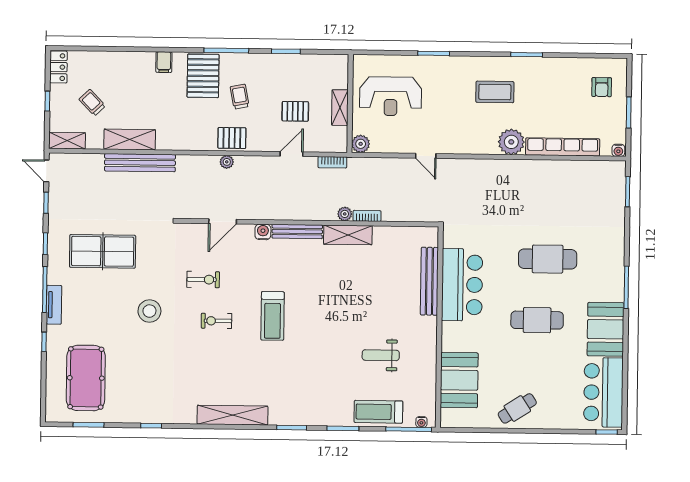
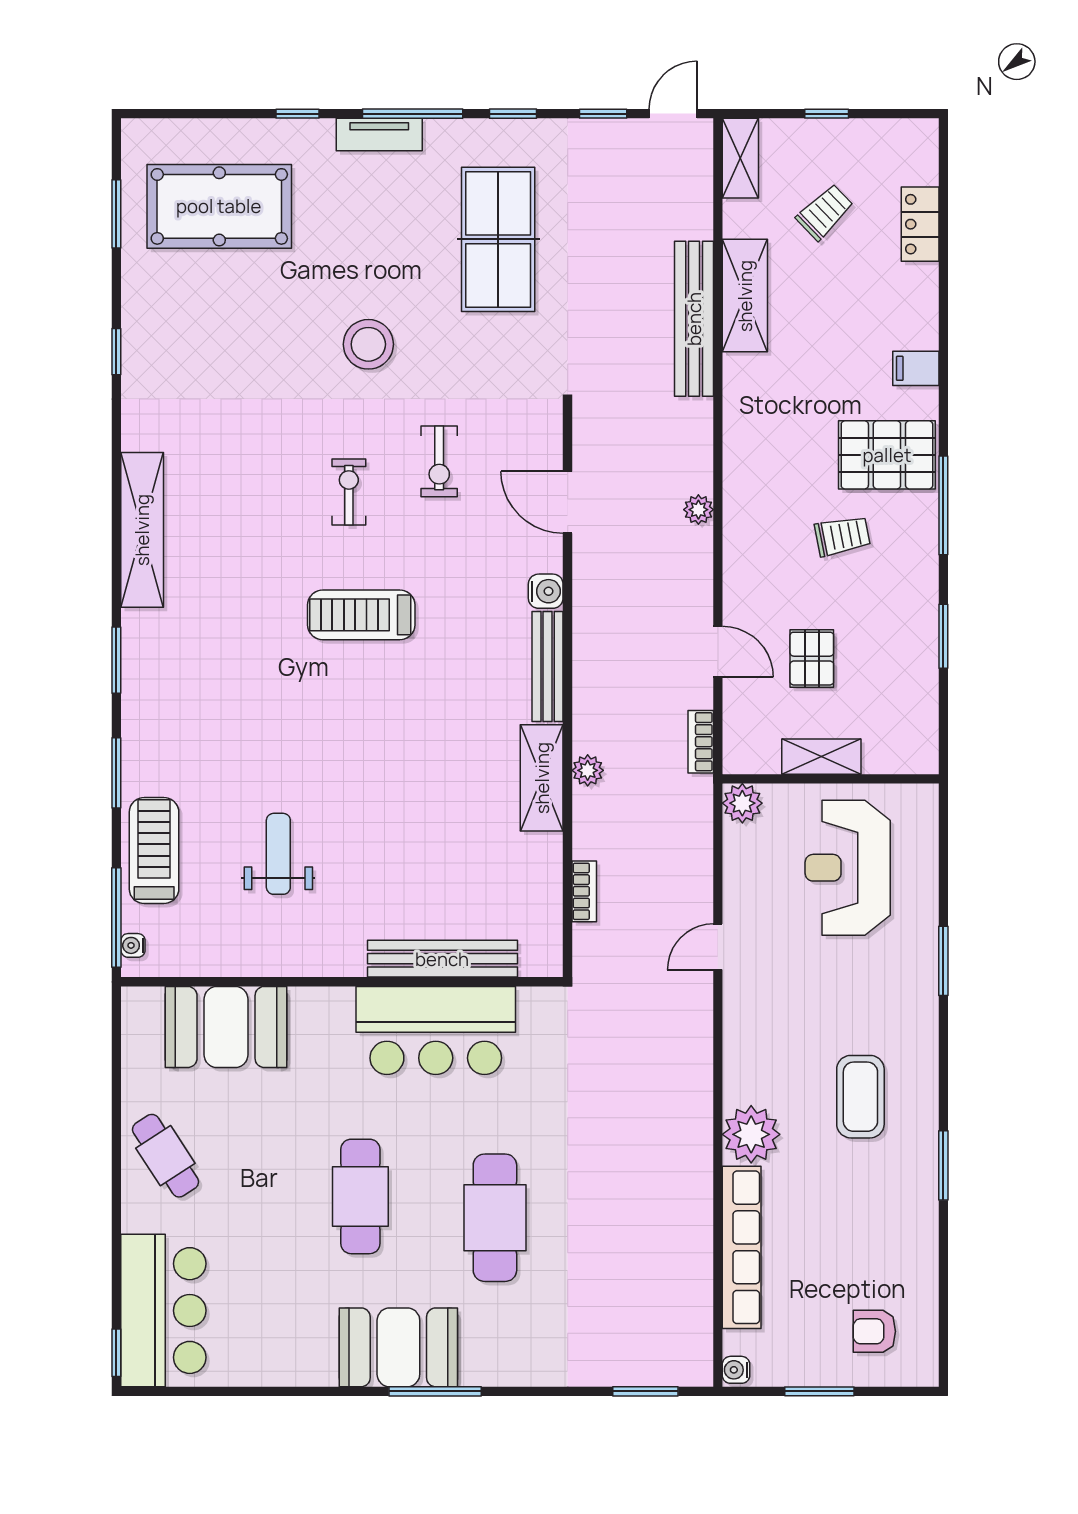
locker: (58, 67) -> (920, 224), moved, turned 90
pallet: (232, 138) -> (751, 520), removed
bookcase: (367, 216) -> (584, 891), moved
booth: (606, 329) -> (398, 1347), moved
bar counter: (603, 392) -> (163, 1311), moved, turned 90

